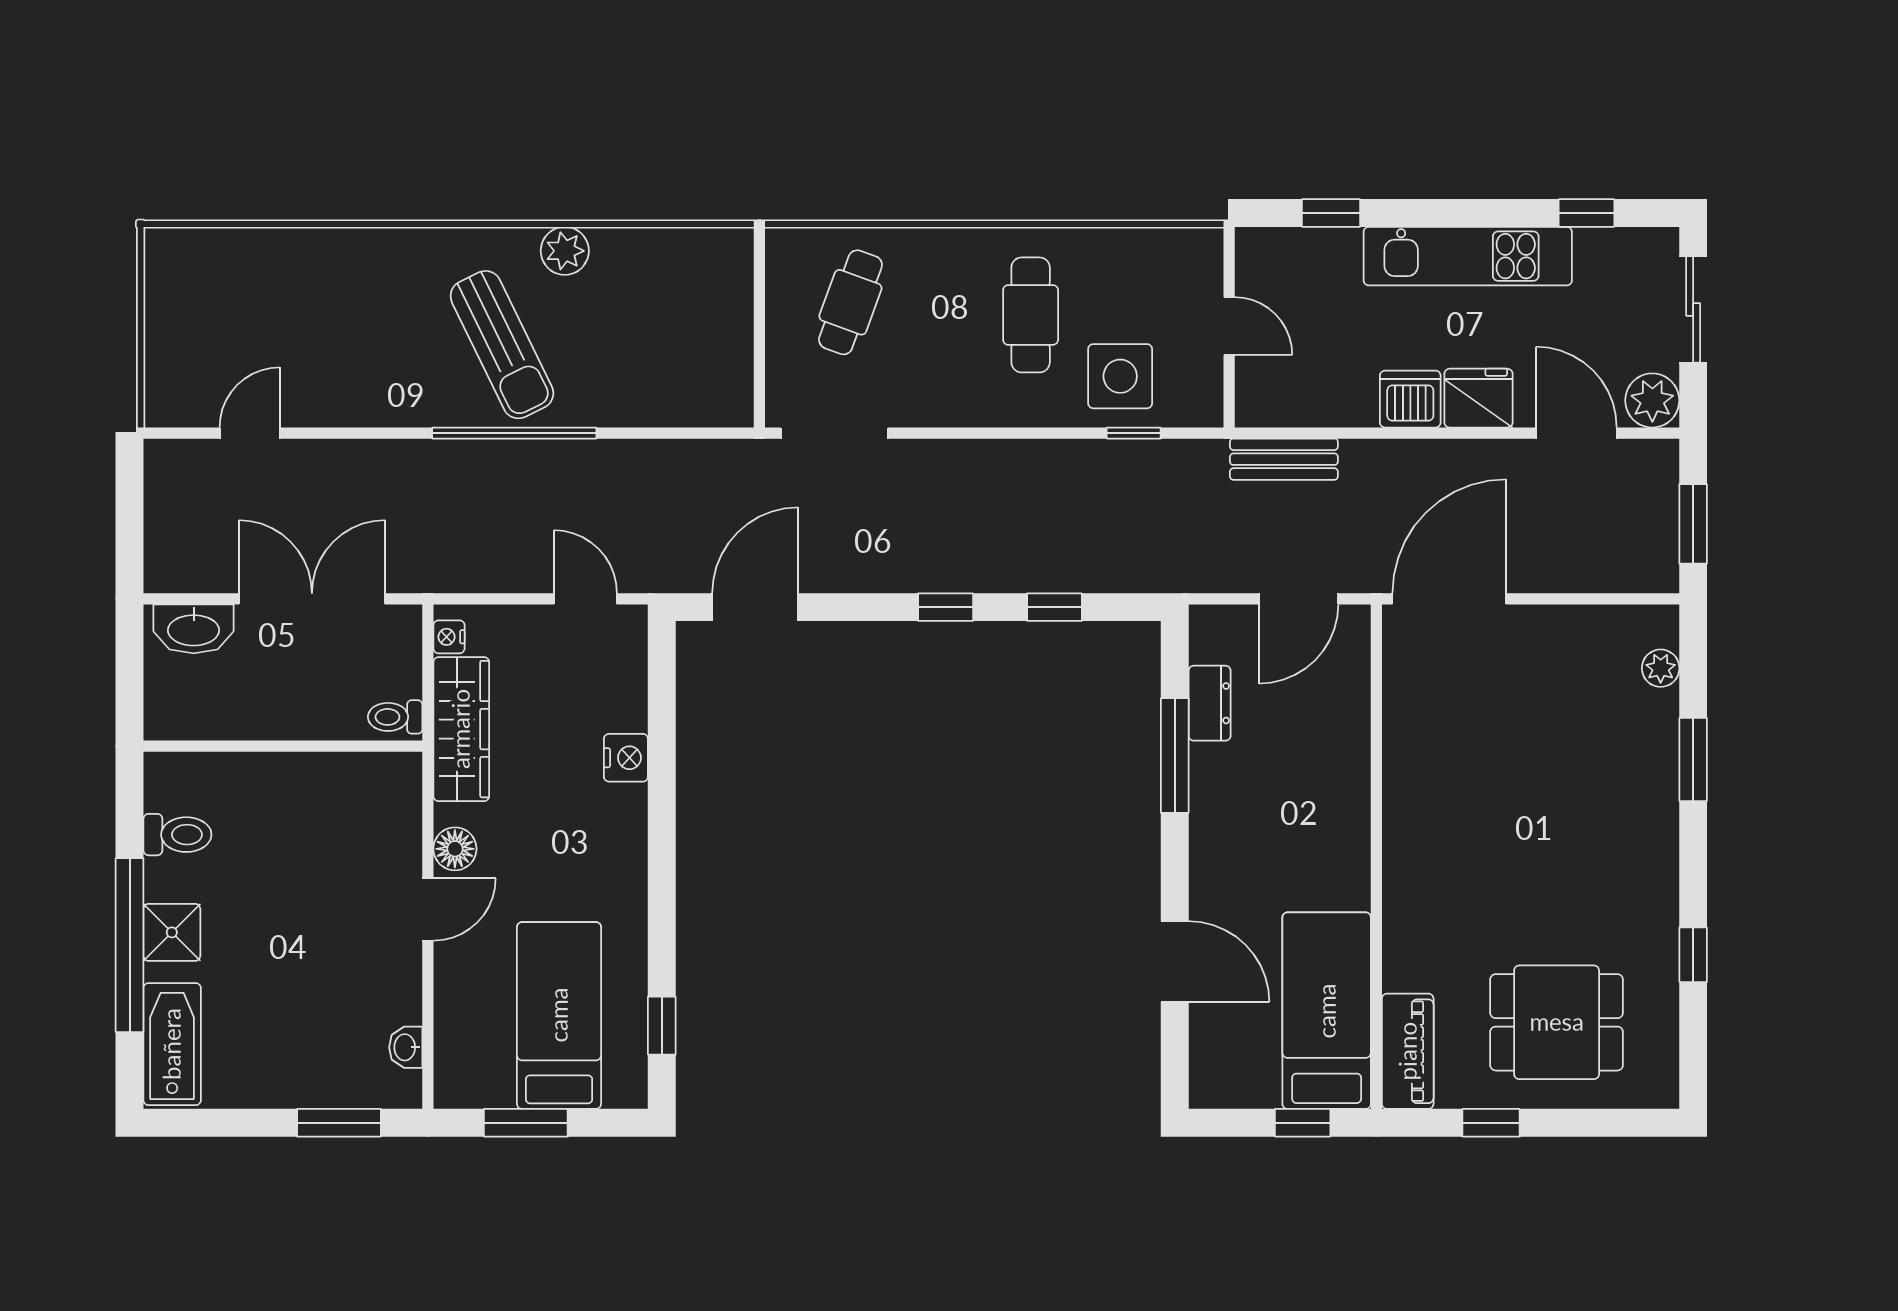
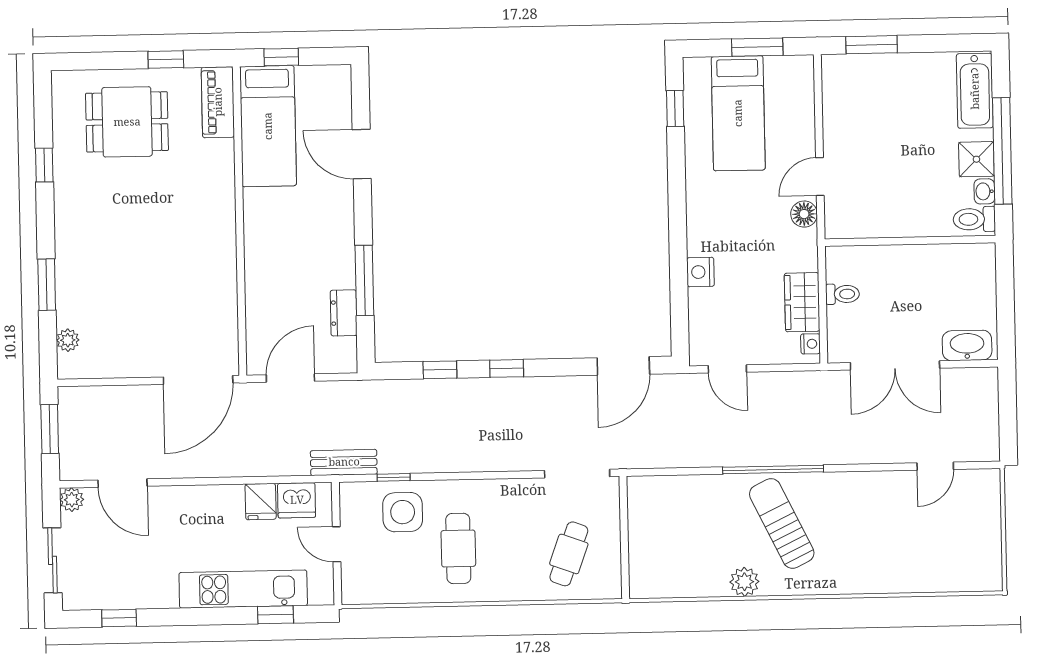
kitchen unit: (1468, 256) -> (243, 589), moved
fridge: (1478, 398) -> (261, 502), moved, width x0.72
dishwasher: (1410, 399) -> (297, 500), moved
plant: (1652, 400) -> (72, 500), width x0.73, depth x0.73
bench: (1284, 459) -> (344, 462), moved
wardrobe: (461, 729) -> (802, 302), width x0.67
wall: (283, 746) -> (910, 241), moved
washbasin: (406, 1047) -> (984, 191), moved, turned 180

